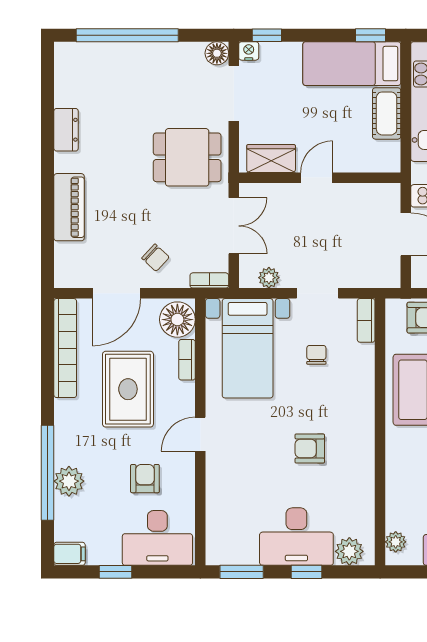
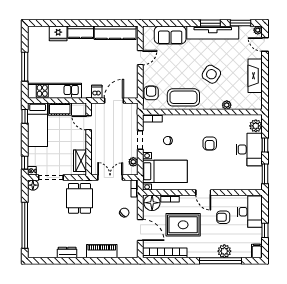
door: (317, 178) -> (89, 123), moved
plant: (396, 542) -> (227, 105), moved

